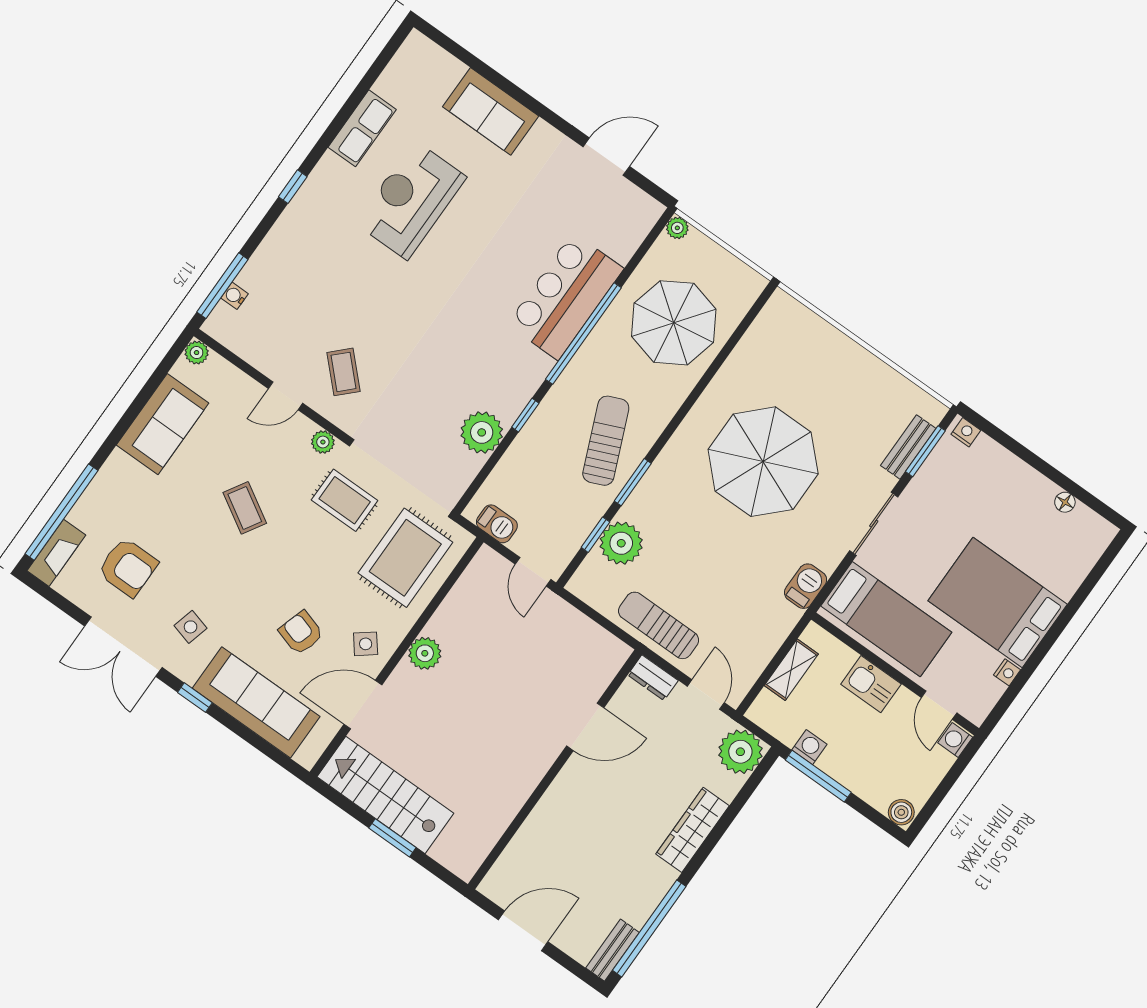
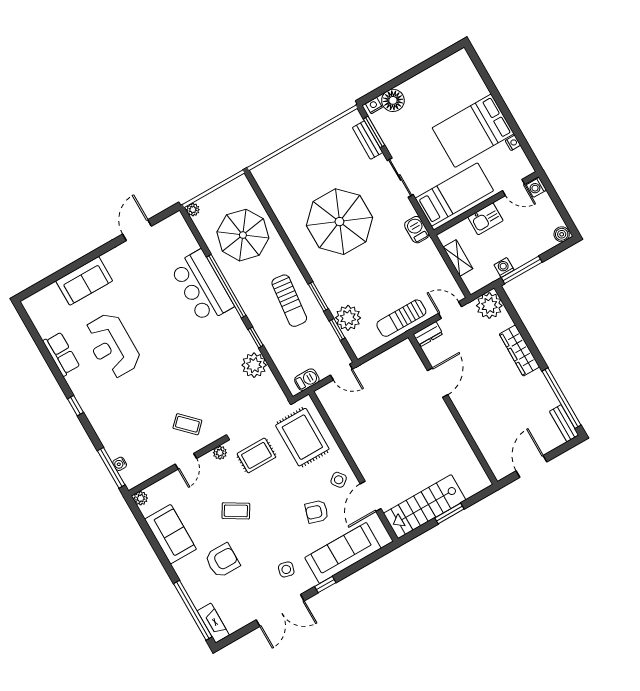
sun lounger: (606, 441) -> (289, 301), turned -151
floor lamp: (1065, 502) -> (393, 100), moved, width x1.89, depth x1.89
armchair: (128, 567) -> (222, 561), moved
plant: (425, 653) -> (358, 450), removed

